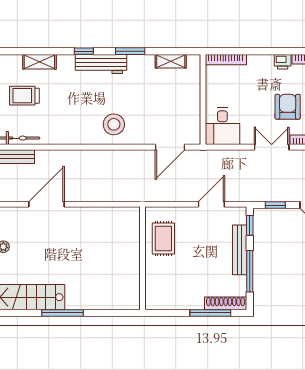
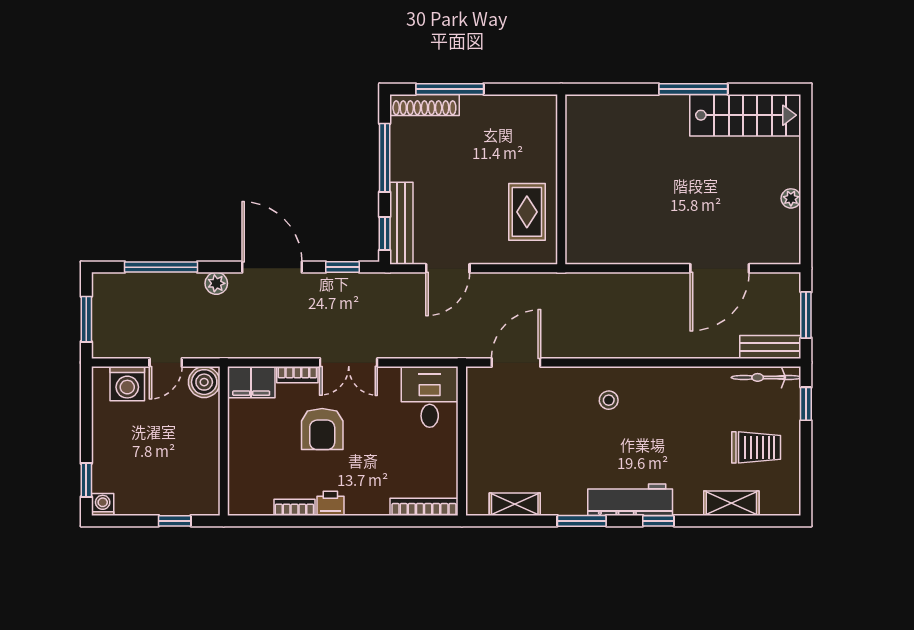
stool: (114, 124) -> (609, 400), width x0.53, depth x0.53
bench: (240, 250) -> (401, 223), moved

